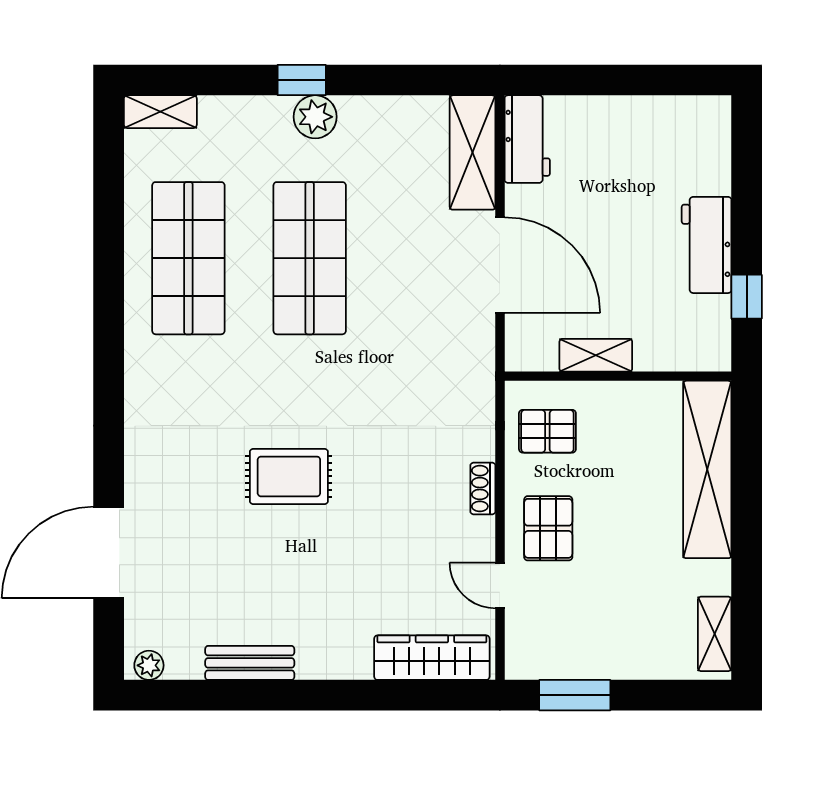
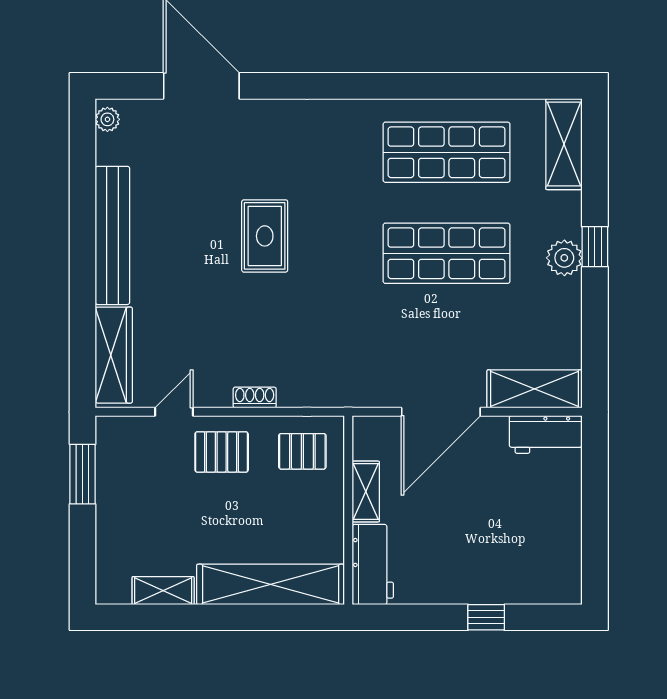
shelving: (160, 112) -> (564, 144), width x1.50, depth x1.33
workbench: (707, 245) -> (373, 565), moved, turned 90
window: (747, 297) -> (486, 617), moved
pallet: (547, 431) -> (302, 451), turned 90
shelving: (715, 634) -> (163, 591), moved
bench: (250, 663) -> (112, 235), width x1.86, depth x1.21

